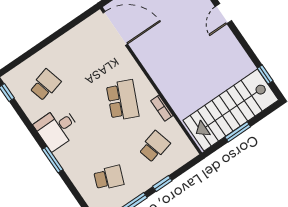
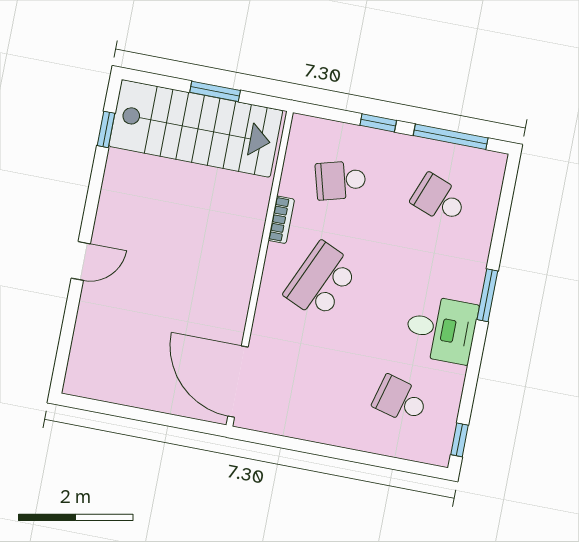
school desk: (45, 85) -> (400, 400), turned 30

